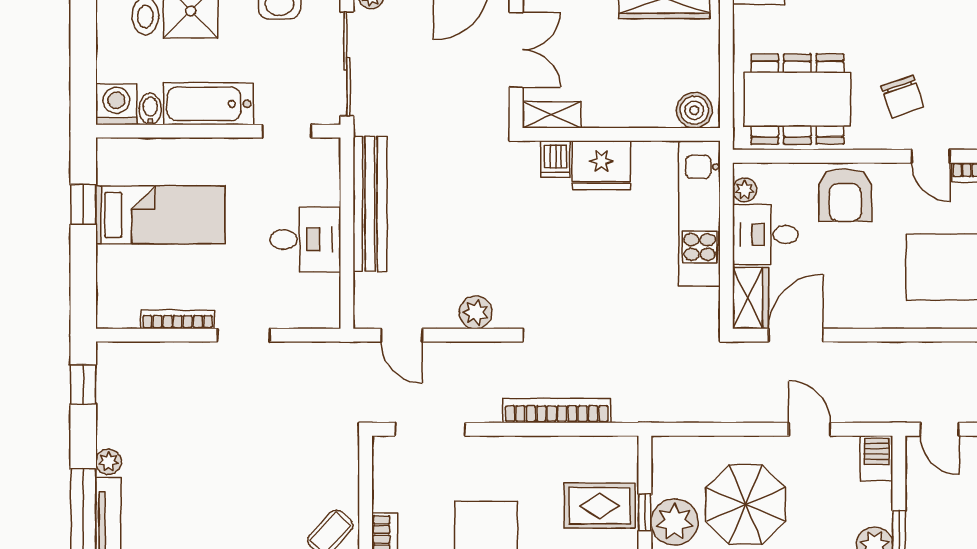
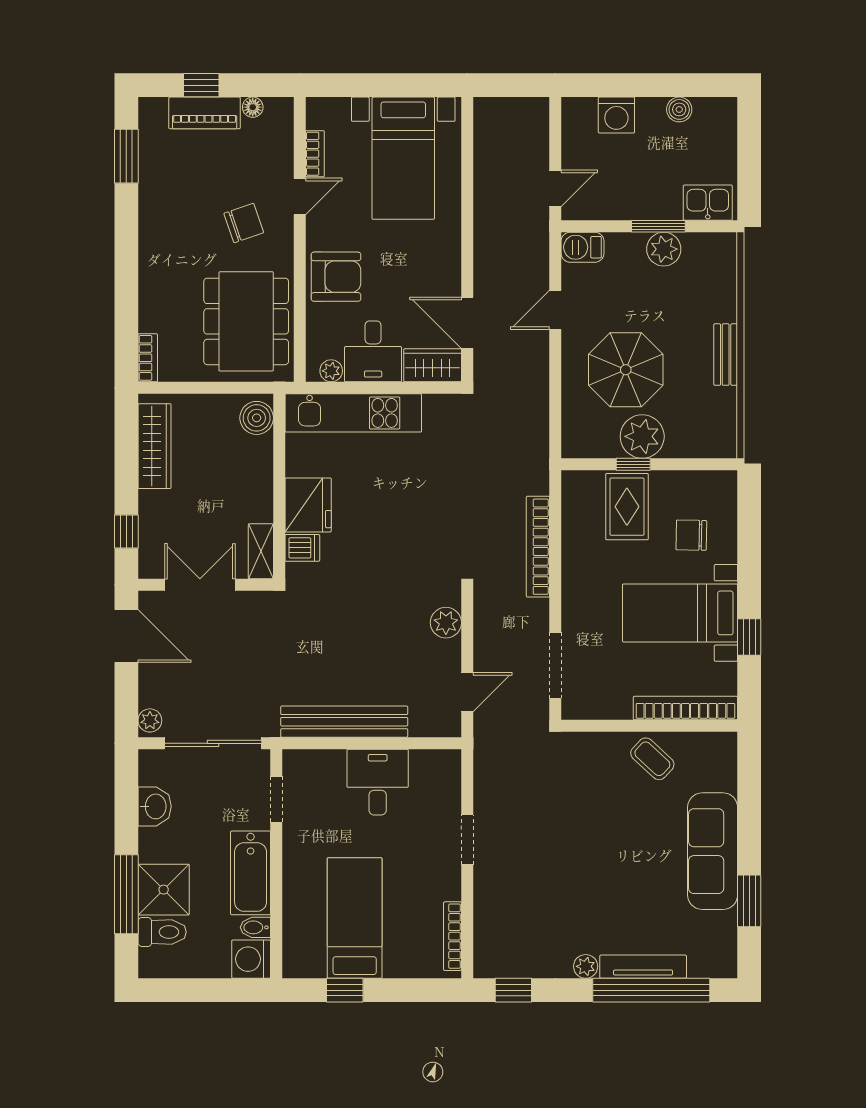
bookcase: (178, 319) -> (452, 936), moved

